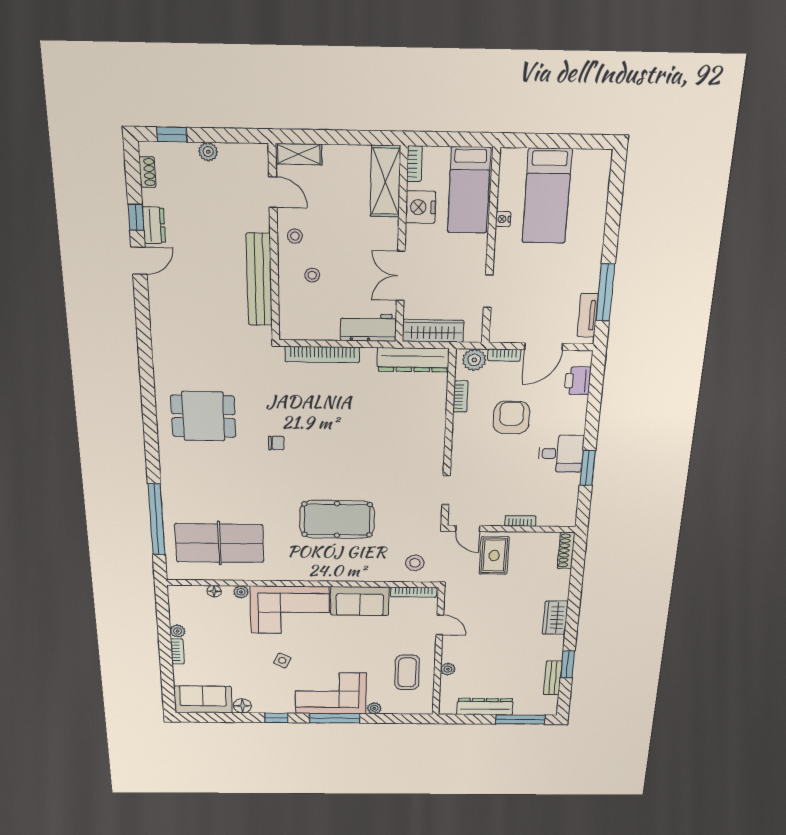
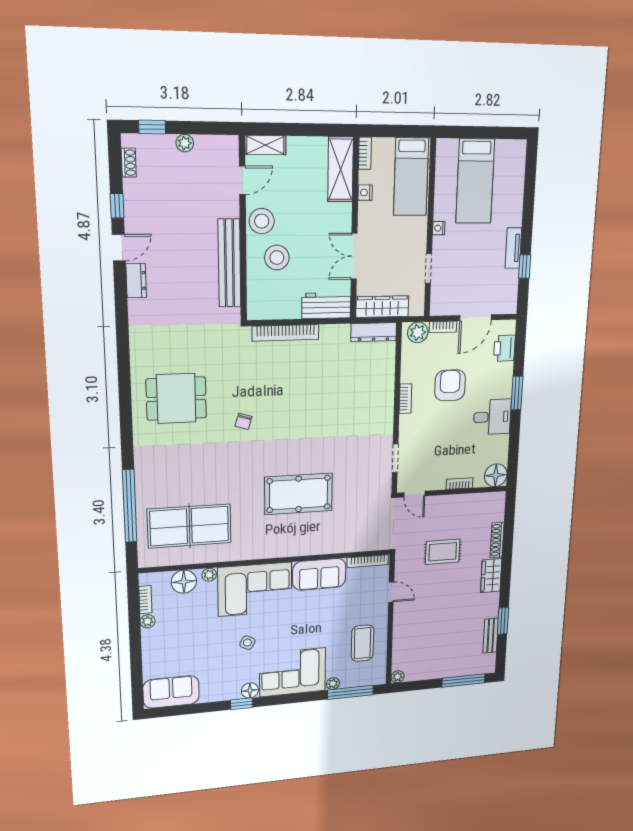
door: (273, 192) -> (242, 180), hinge flipped
nightstand: (421, 207) -> (365, 193), width x0.53, depth x0.56
nightstand: (503, 219) -> (439, 228), moved
dresser: (154, 225) -> (136, 281), moved
stool: (295, 236) -> (262, 221), width x1.89, depth x1.89
stool: (312, 275) -> (277, 258), width x1.89, depth x1.89
window: (605, 292) -> (525, 267), width x0.46
tv unit: (588, 315) -> (513, 248), moved
dresser: (413, 360) -> (374, 332), width x0.73, depth x0.80
bookcase: (460, 396) -> (405, 399), moved
chair: (276, 443) -> (244, 421), turned 107
window: (588, 468) -> (517, 393), moved
floor lamp: (563, 515) -> (496, 475), added
shoe rack: (566, 550) -> (497, 540), moved
rug: (494, 556) -> (443, 552), moved, turned 90
stool: (415, 563) -> (369, 532), removed
floor lamp: (214, 591) -> (184, 582), width x1.89, depth x1.89
bookcase: (177, 651) -> (145, 600), moved
plant: (448, 669) -> (398, 677), moved
floor lamp: (242, 706) -> (250, 690), moved
dresser: (485, 707) -> (432, 671), removed
window: (335, 718) -> (350, 692), moved

